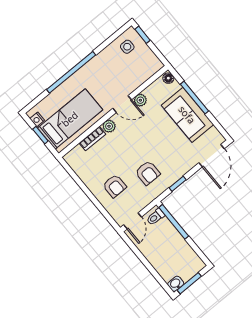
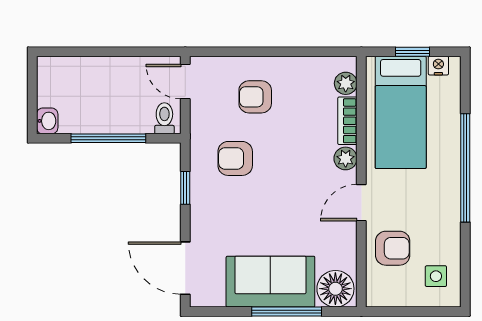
window: (143, 35) -> (435, 312), removed
armchair: (131, 75) -> (393, 248), added
floor lamp: (168, 78) -> (335, 289), width x1.89, depth x1.89
plant: (140, 100) -> (346, 83), moved
window: (174, 222) -> (108, 138), moved
window: (189, 283) -> (32, 89), removed
washbasin: (176, 284) -> (47, 121), moved

